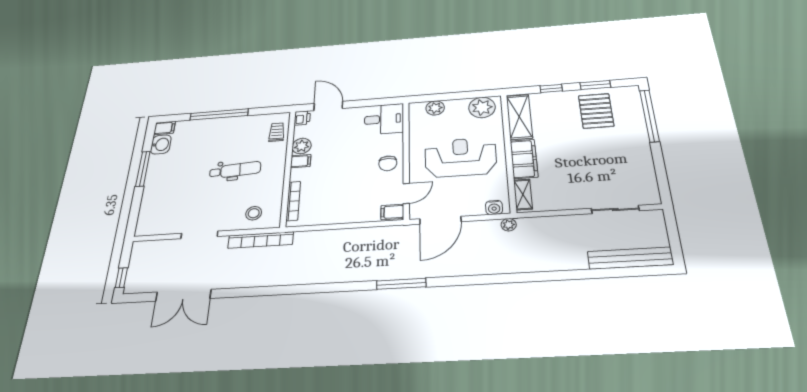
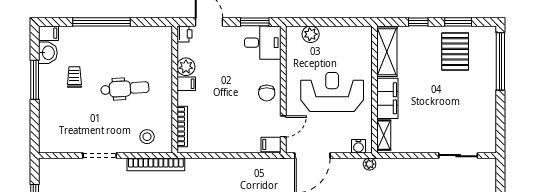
window: (376, 102) -> (255, 22), added
plant: (482, 107) -> (354, 38), removed
trolley: (277, 132) -> (74, 77), moved

